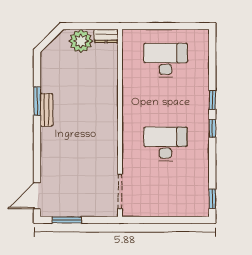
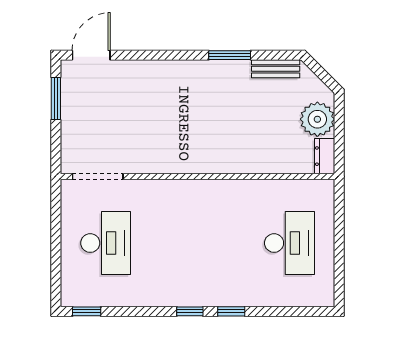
bench: (46, 110) -> (276, 69), moved
desk: (166, 144) -> (106, 243), moved
door: (37, 196) -> (91, 55), hinge flipped

